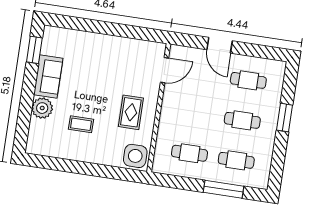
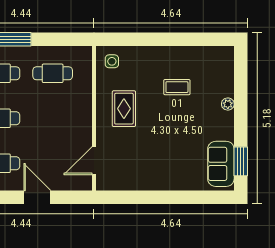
sofa: (48, 77) -> (221, 164), moved
plant: (42, 108) -> (228, 104), width x0.53, depth x0.53
side table: (135, 156) -> (112, 61), width x0.54, depth x0.54

